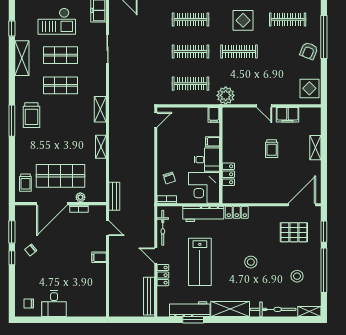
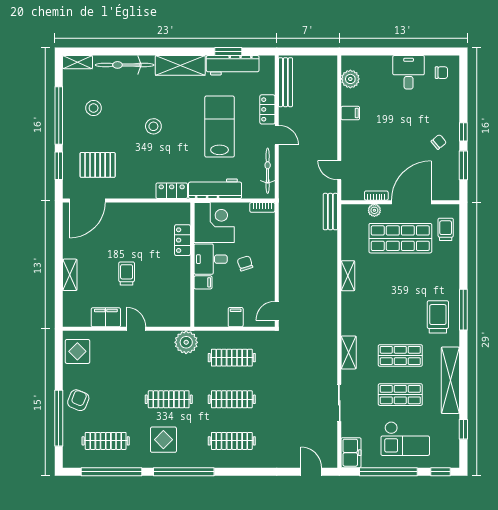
checkout: (57, 21) -> (405, 439), turned 180
shelving: (22, 58) -> (450, 380), width x1.47
shelving: (100, 109) -> (349, 352), moved
filing cabinet: (214, 115) -> (236, 317), moved
chair: (169, 178) -> (245, 263), moved
filing cabinet: (99, 257) -> (350, 113), moved
plant: (99, 299) -> (350, 79), added

